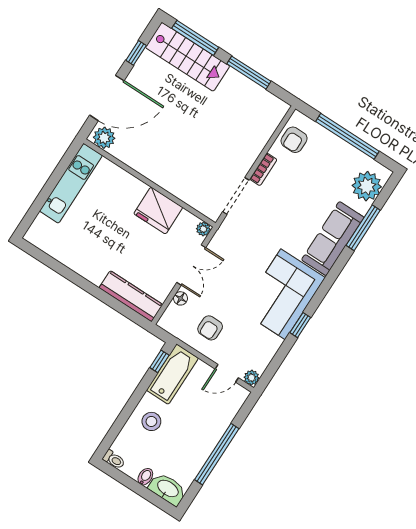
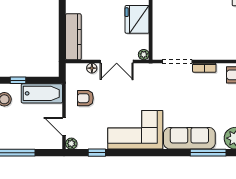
window: (300, 325) -> (97, 153), moved
window: (159, 361) -> (18, 80), moved

